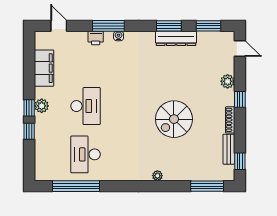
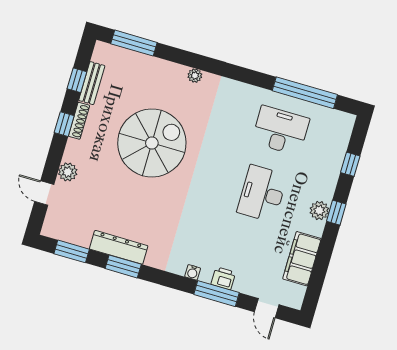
window: (108, 26) -> (216, 294), moved
door: (240, 49) -> (44, 193), moved
window: (240, 99) -> (64, 124), moved
spiral stairs: (174, 119) -> (152, 143), width x1.37, depth x1.37
window: (29, 131) -> (350, 164), moved
desk: (86, 154) -> (280, 130), turned -90
window: (240, 161) -> (77, 80), moved

